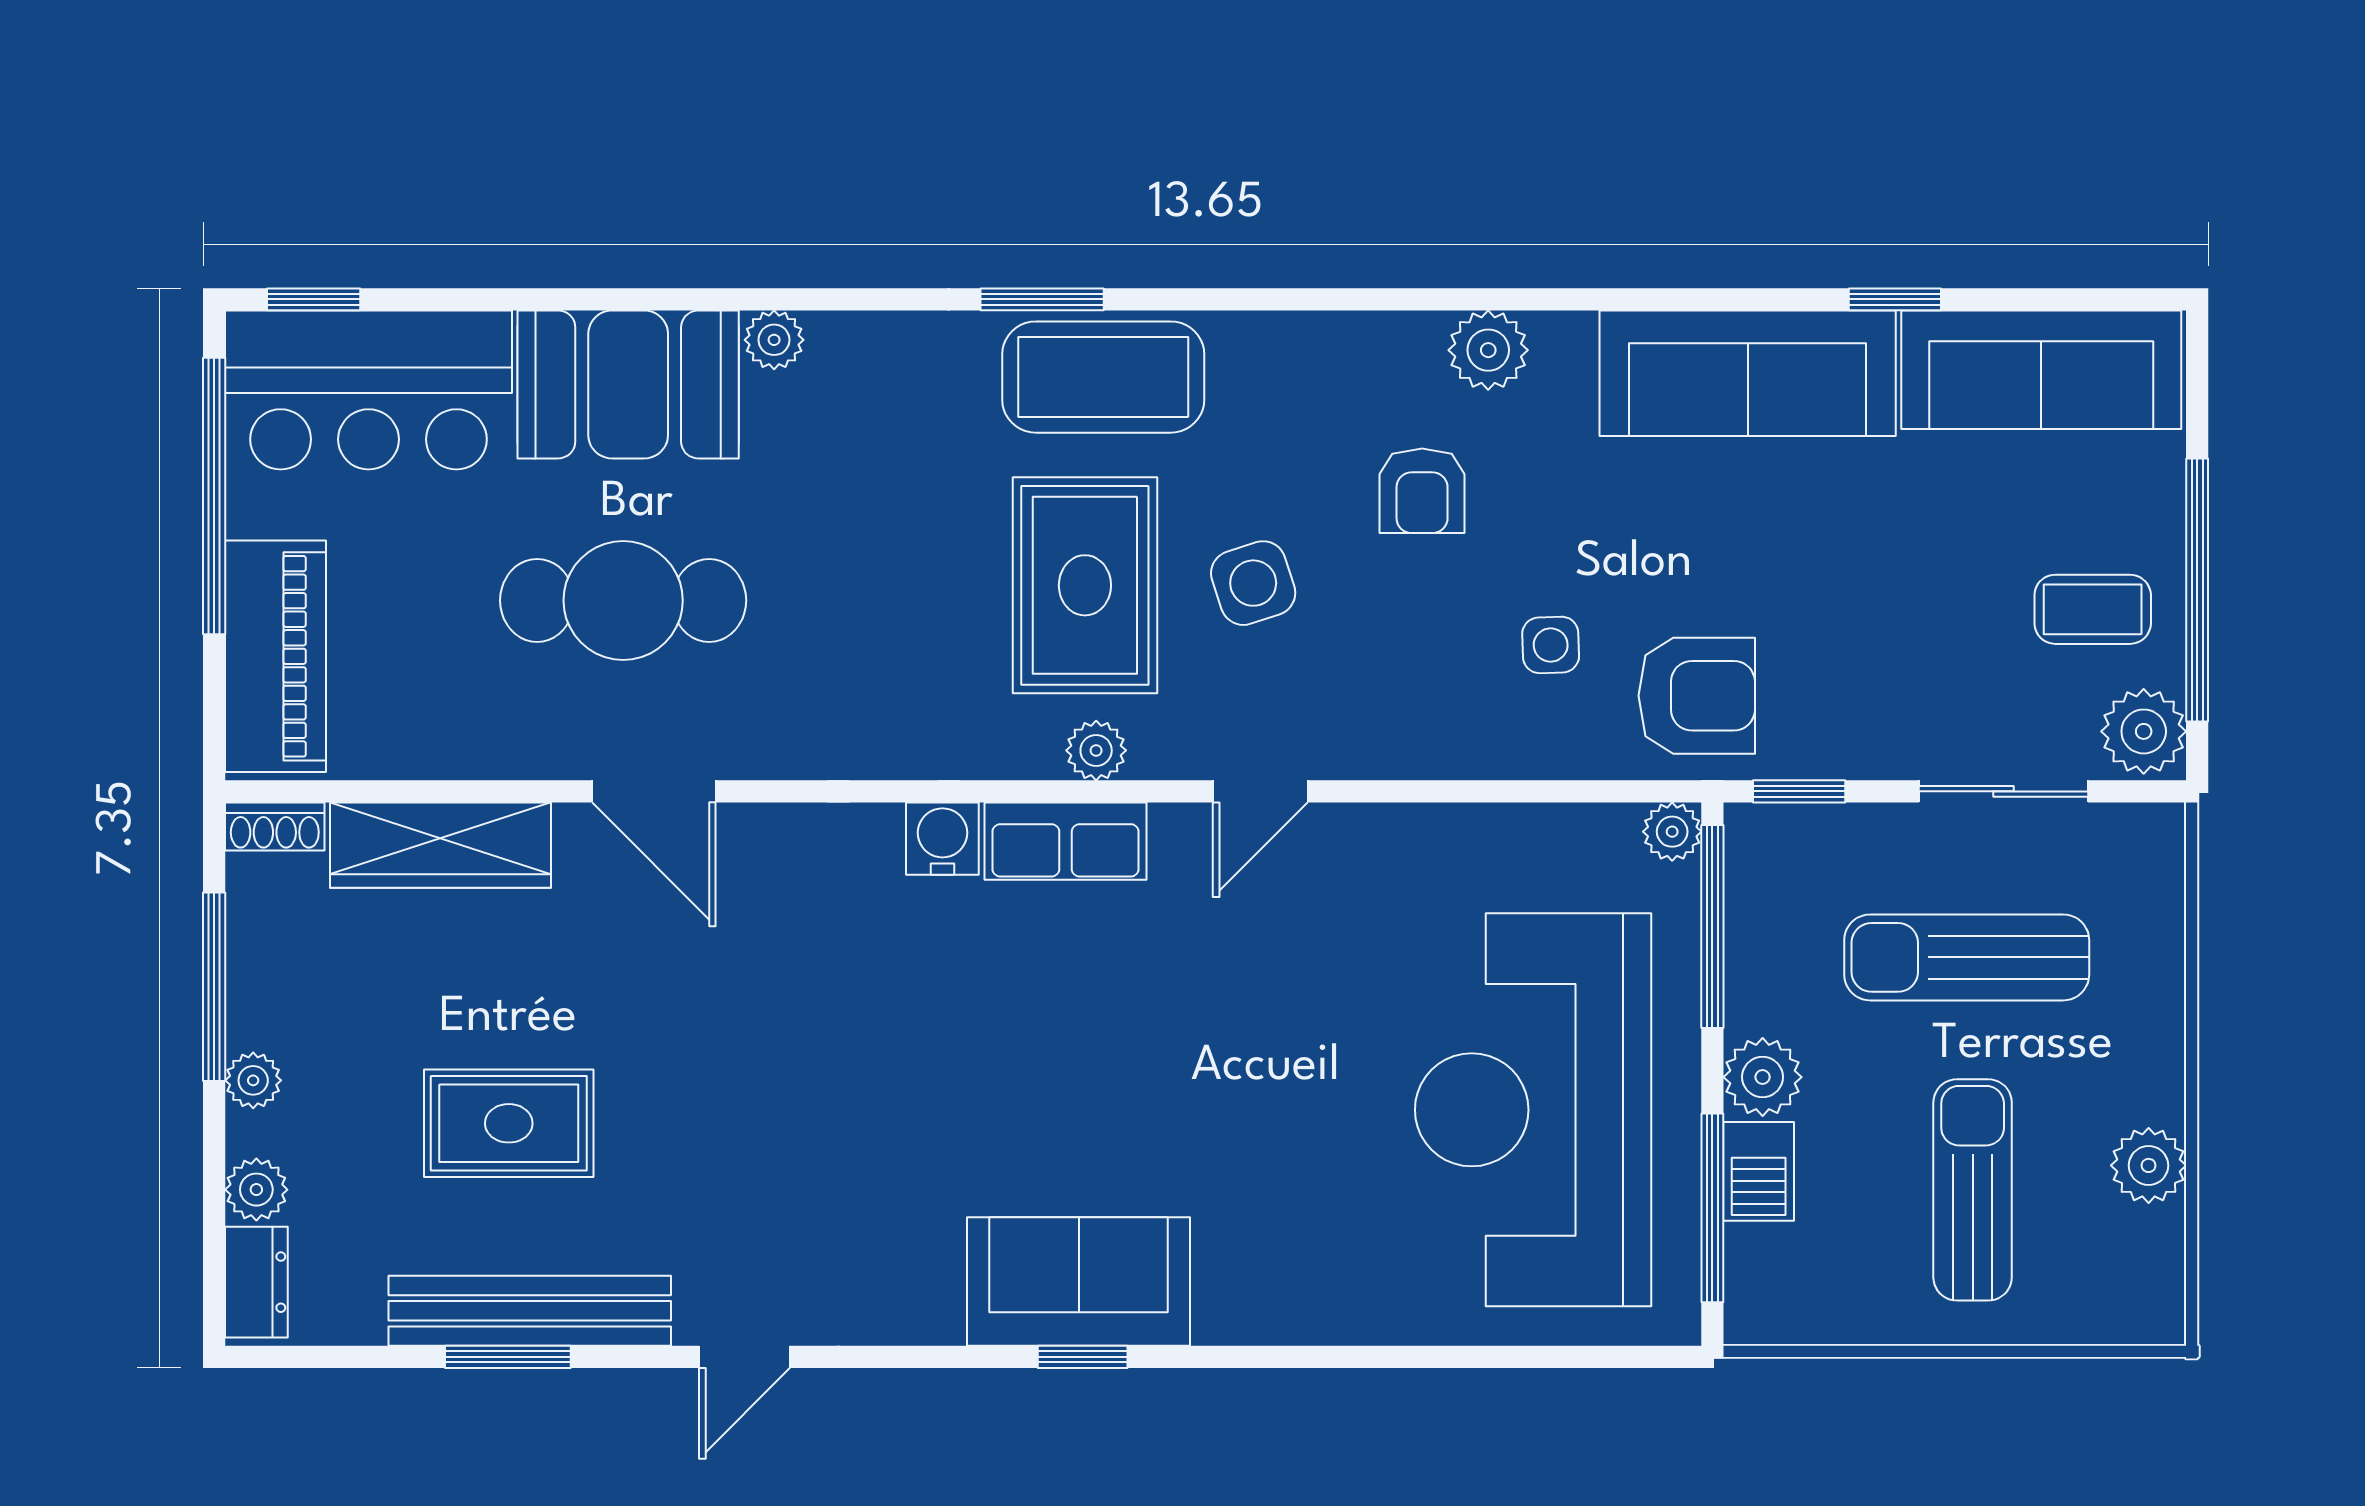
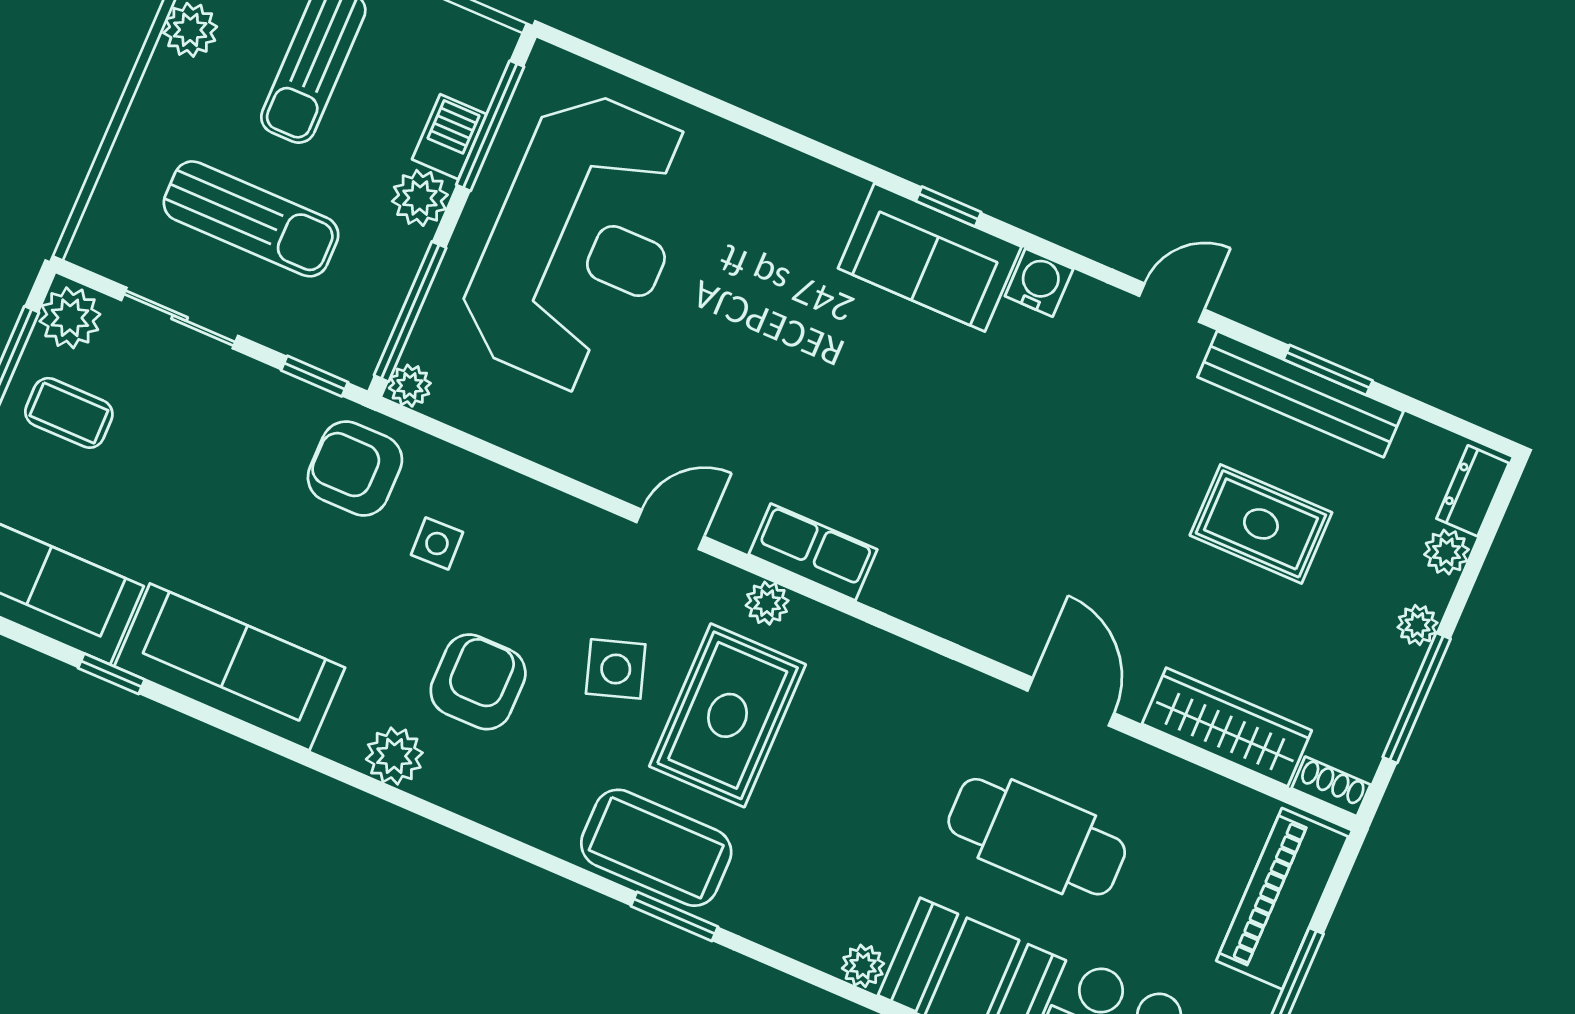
armchair: (1422, 491) -> (478, 682), width x1.38, depth x1.38
water cooler: (942, 839) -> (1039, 283), moved, turned 180

